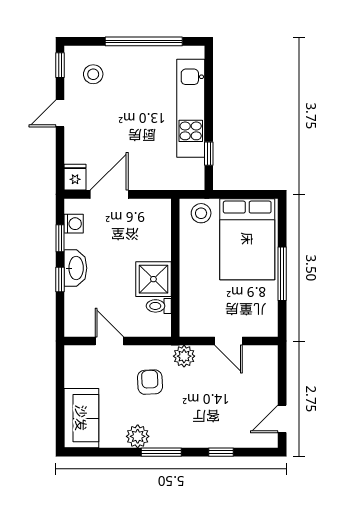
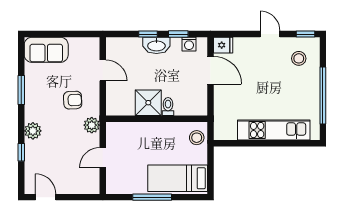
window: (209, 154) -> (240, 143), removed
bed: (247, 239) -> (178, 178), width x0.67
toilet: (159, 306) -> (168, 107), moved
door: (109, 341) -> (103, 70), hinge flipped
plant: (138, 436) -> (33, 131), moved
window: (161, 452) -> (21, 90), moved

